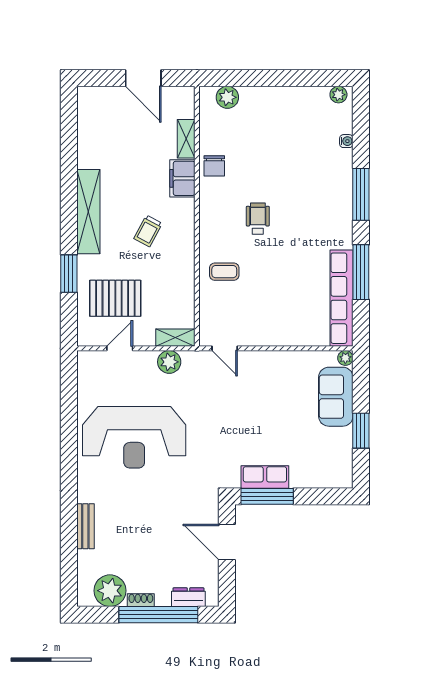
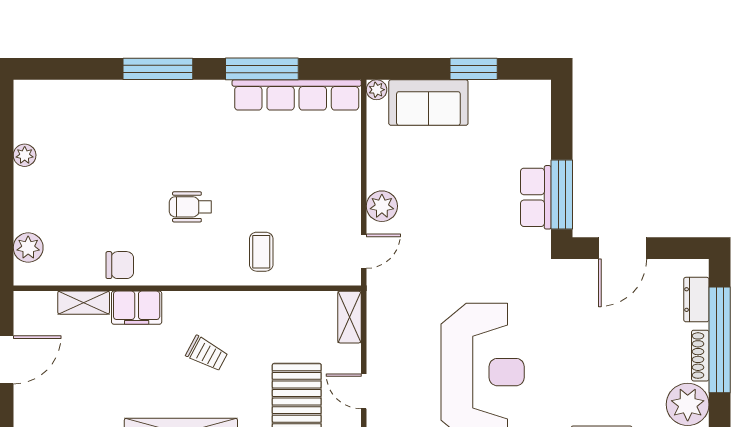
plant: (338, 95) -> (25, 155), moved
water cooler: (346, 141) -> (87, 88), removed
plant: (169, 362) -> (382, 206), moved
shoe rack: (141, 600) -> (700, 356), width x1.43

